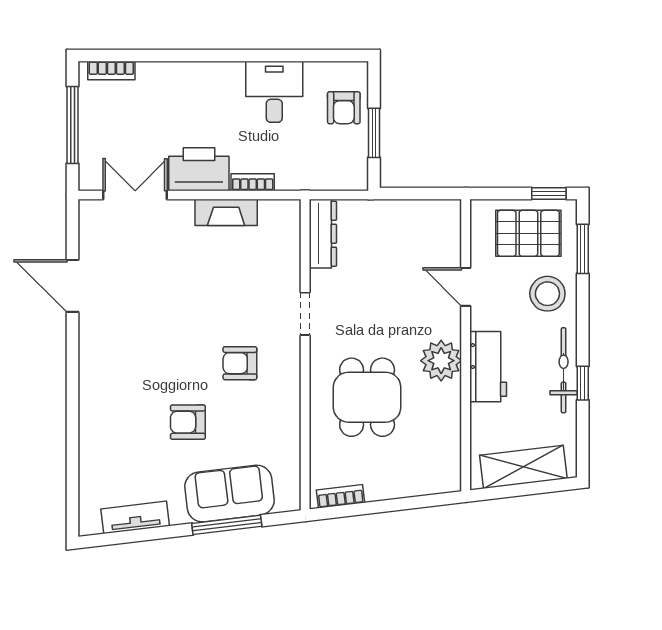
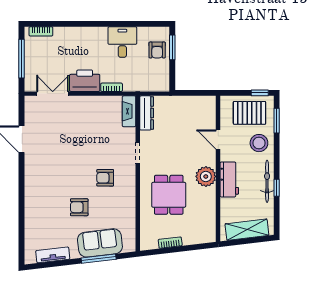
window: (374, 133) -> (172, 47), moved
fireplace: (226, 212) -> (129, 111), moved, turned 90
bookcase: (340, 496) -> (170, 243), moved

